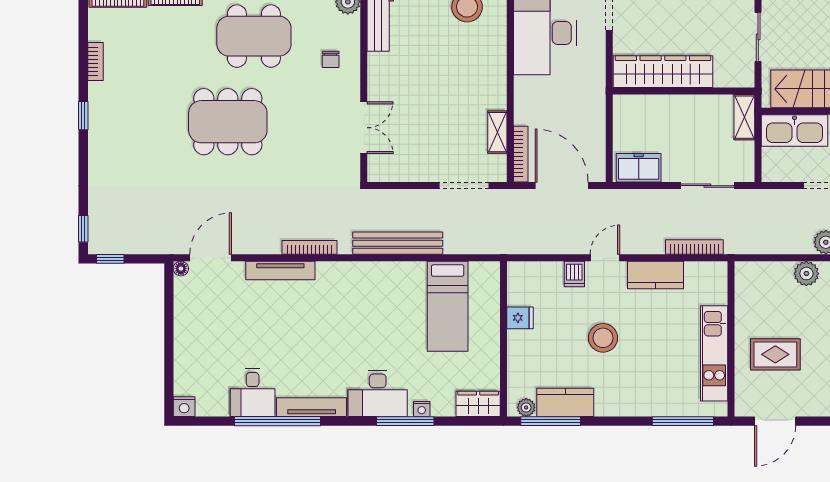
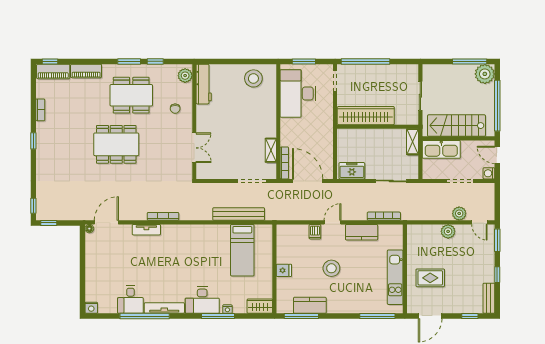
bench: (398, 243) -> (239, 214), moved
tv unit: (280, 270) -> (146, 230), width x0.71
fridge: (520, 318) -> (284, 270), moved
plant: (526, 407) -> (287, 308), removed

